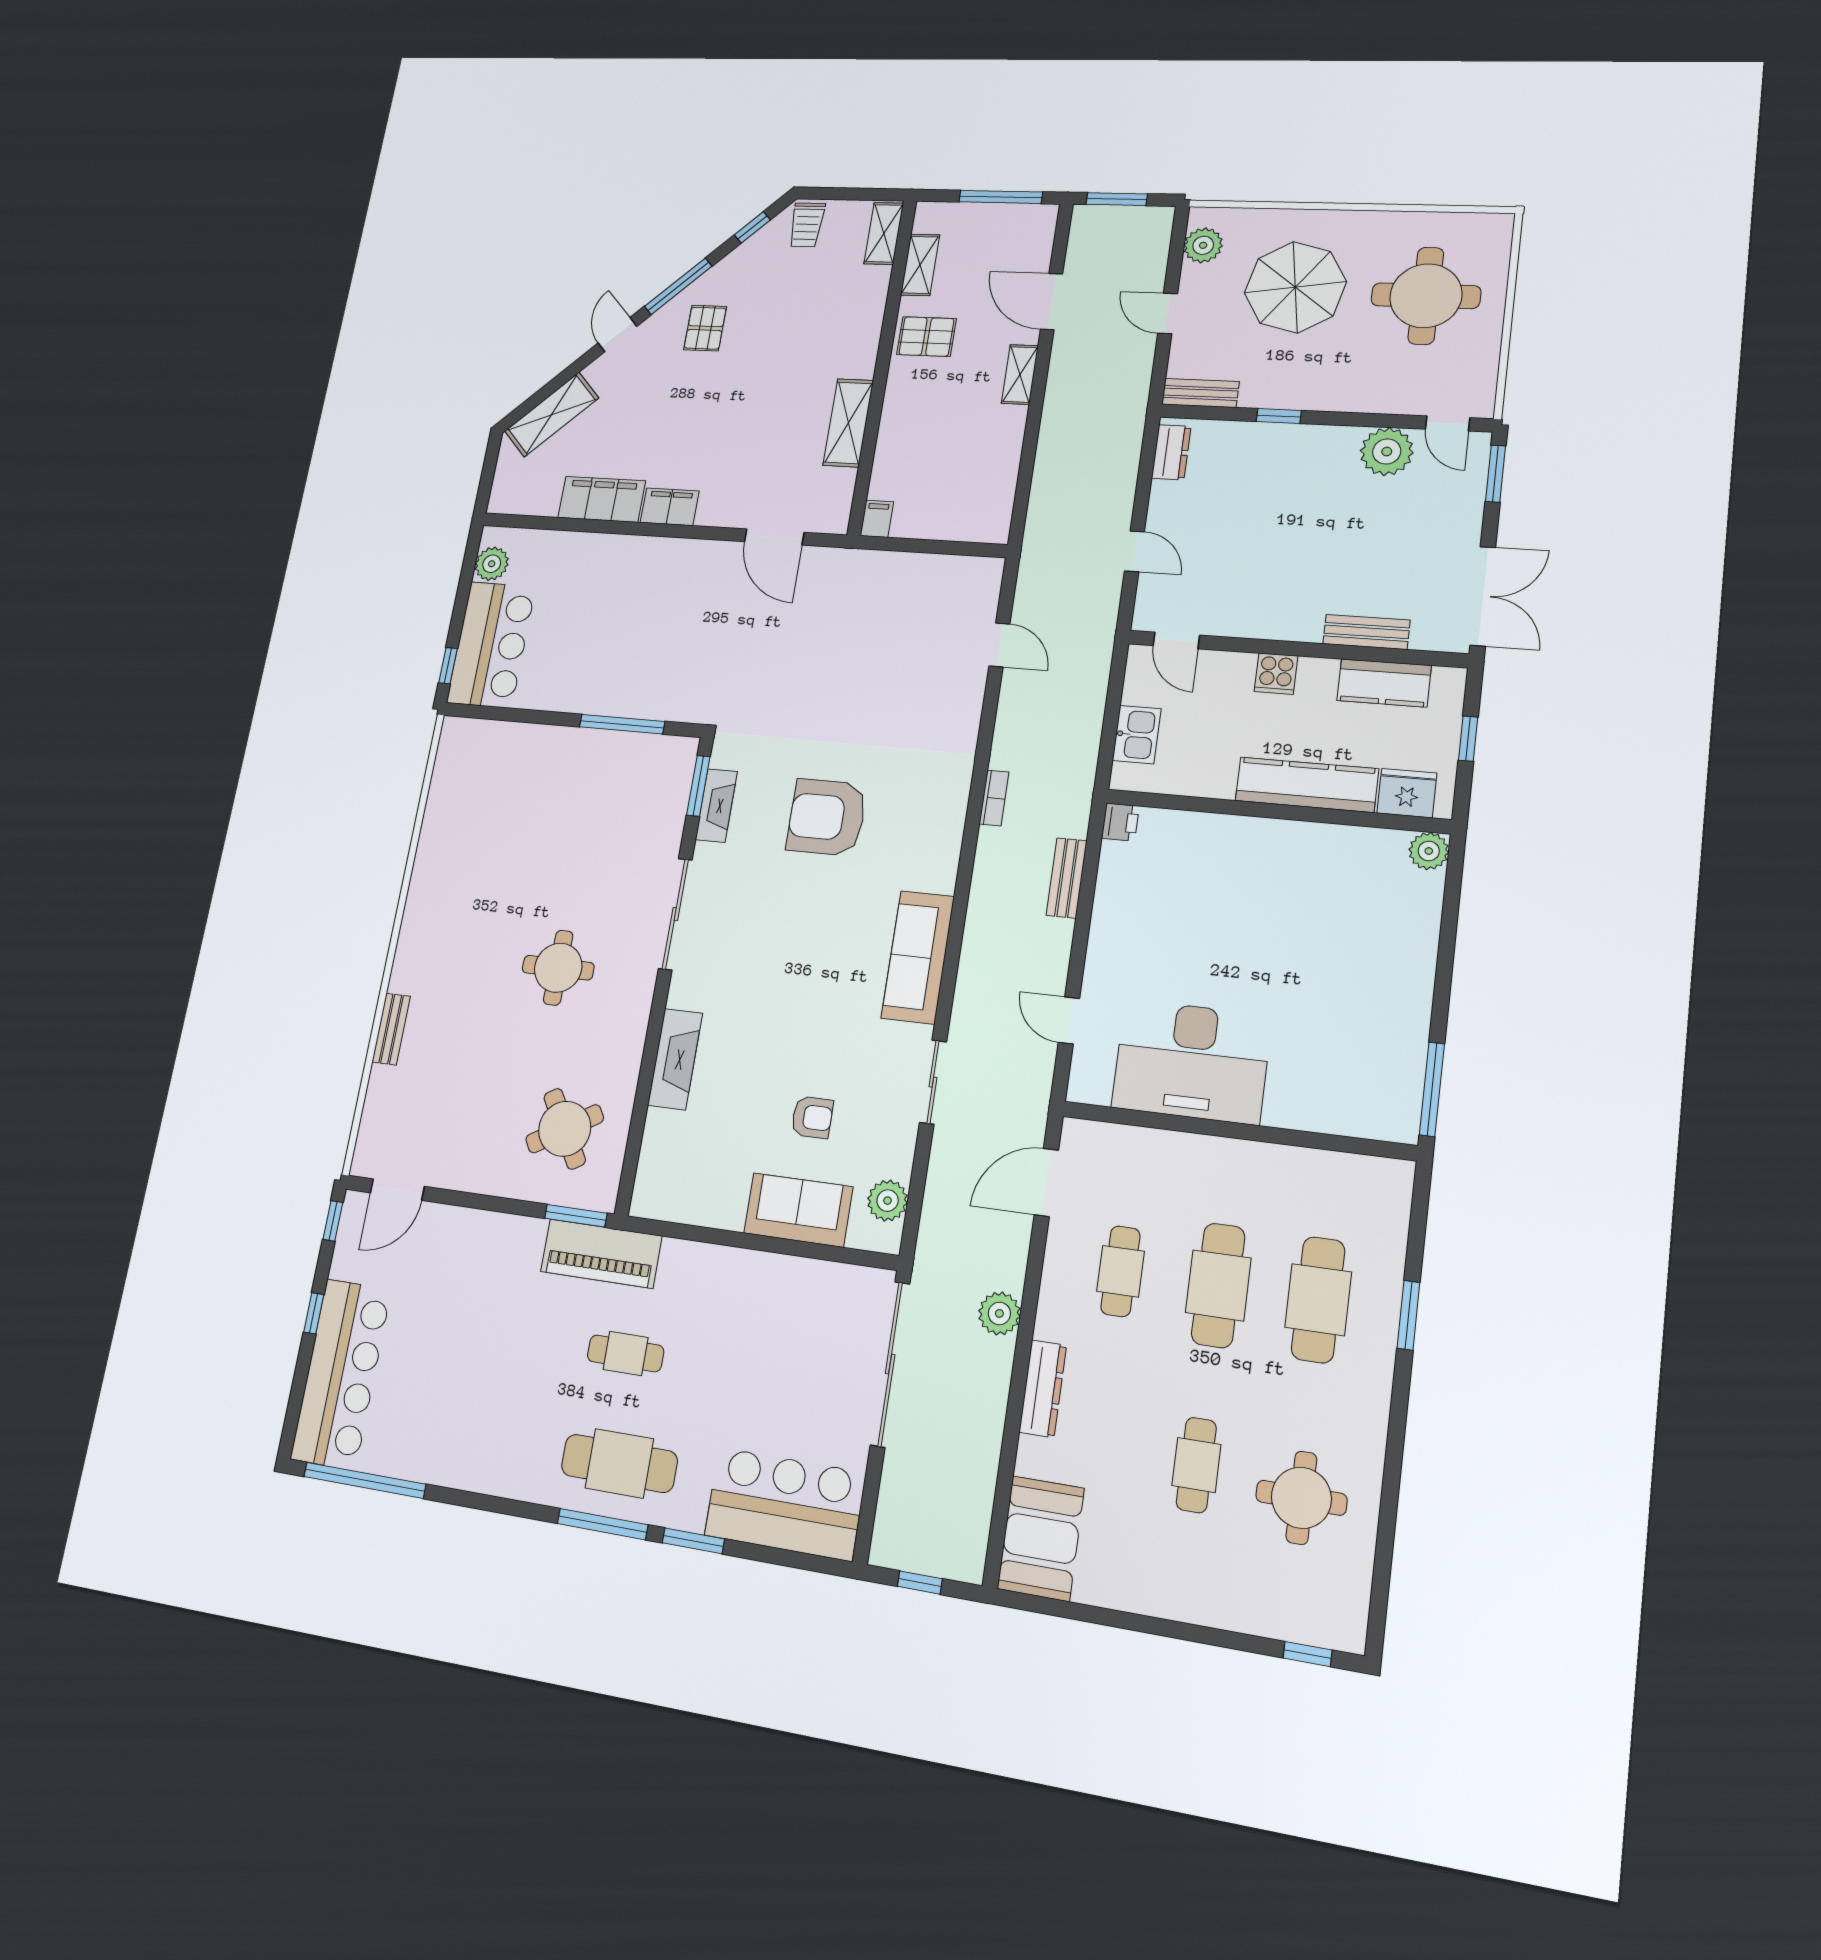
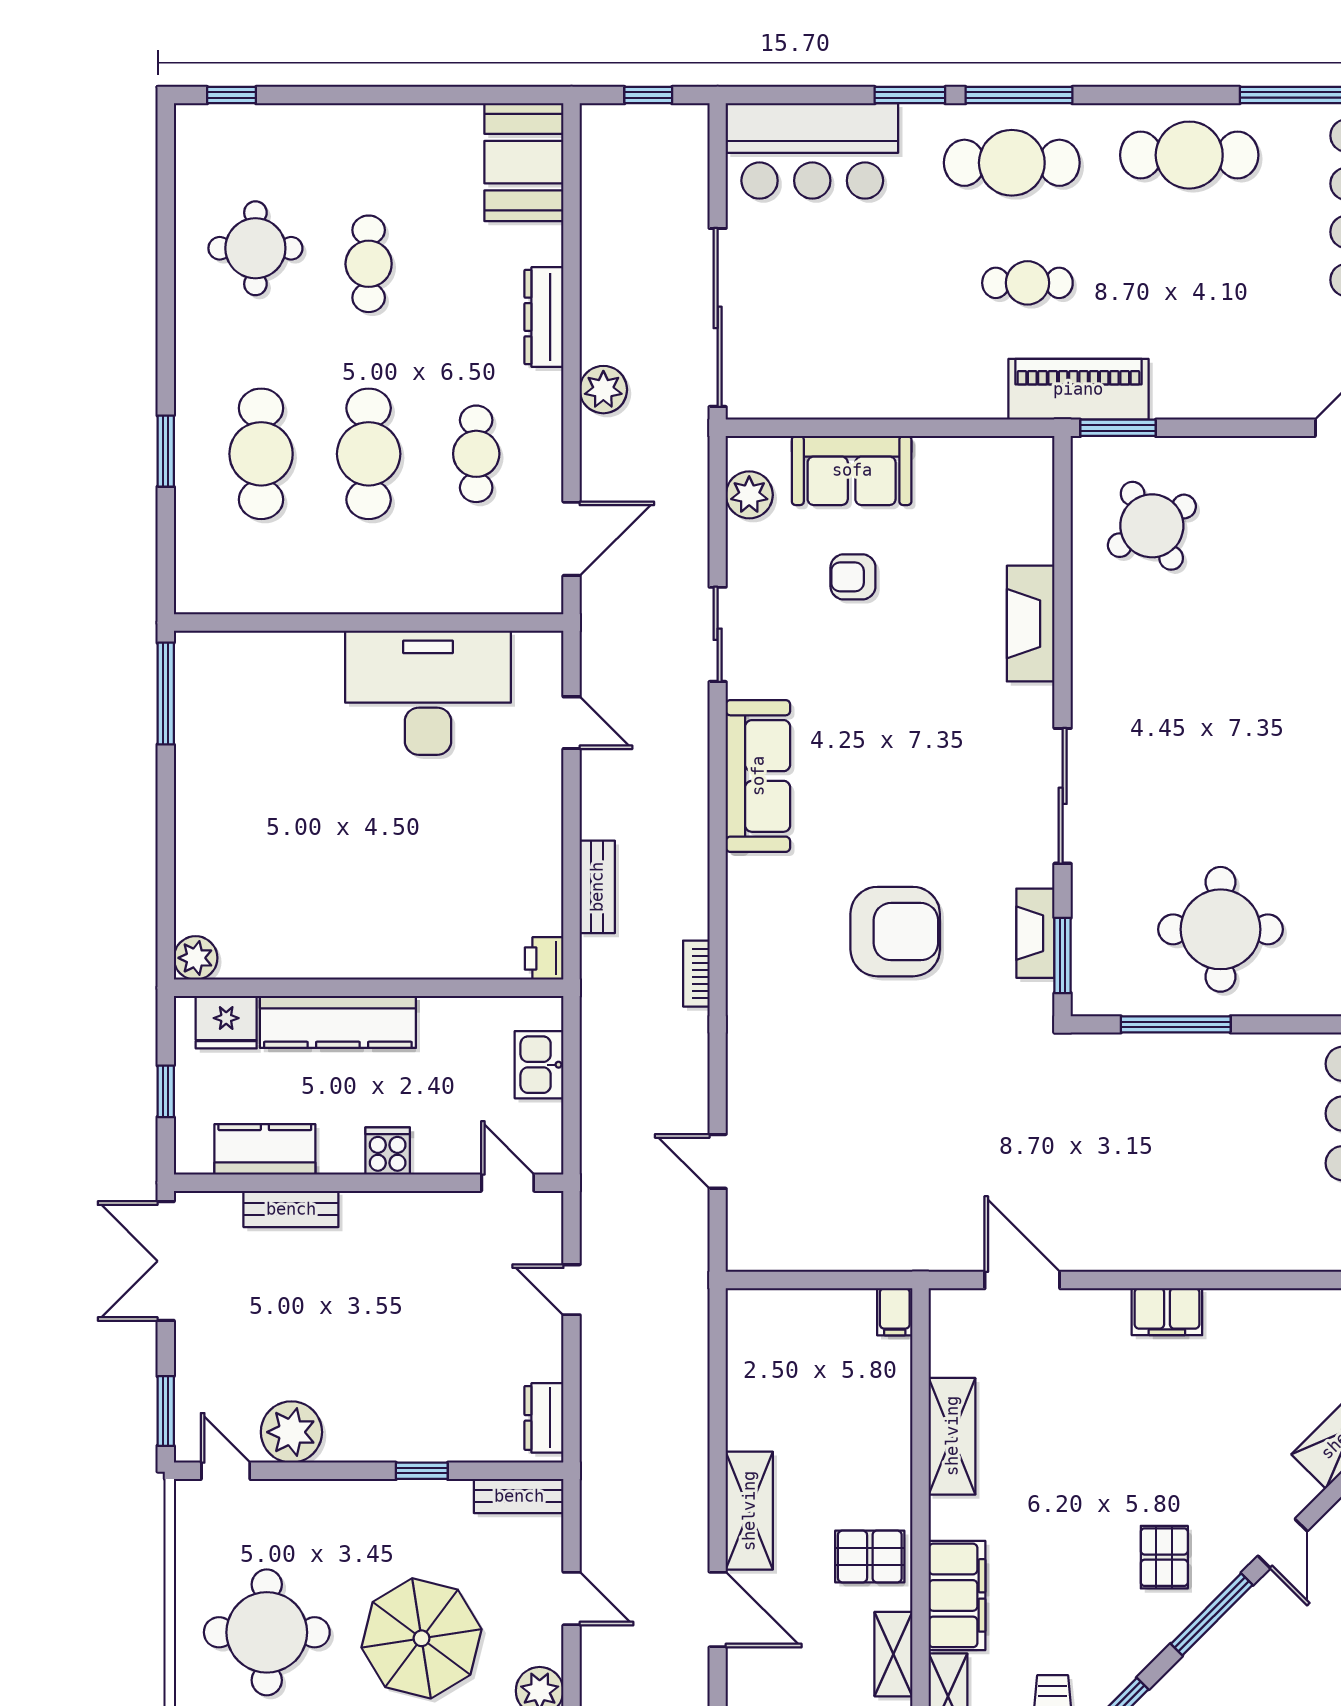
shelving: (1020, 374) -> (749, 1511), width x1.50, depth x1.33
filing cabinet: (602, 499) -> (957, 1595), moved, turned -90
round table: (558, 968) -> (1221, 929), moved, width x1.36, depth x1.36
cafe table: (475, 1445) -> (1189, 155), added

